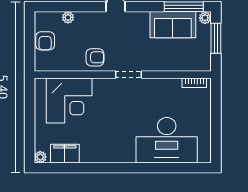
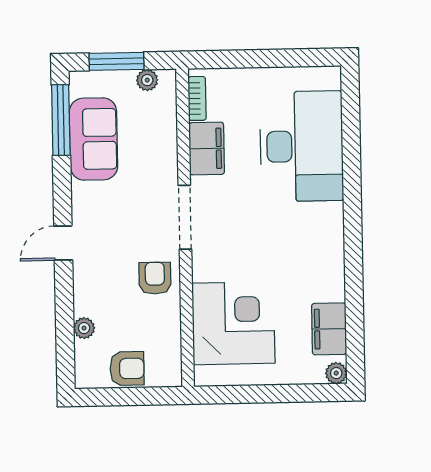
plant: (205, 18) -> (147, 80), moved
doorway: (128, 75) -> (185, 217), width x1.38
filing cabinet: (166, 87) -> (207, 149), added

